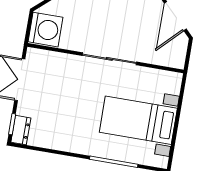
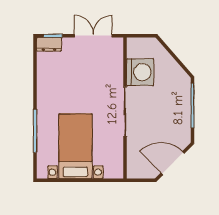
washing machine: (45, 30) -> (140, 72), moved, turned -90

